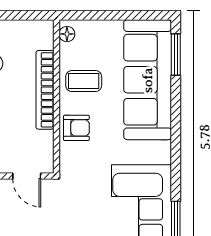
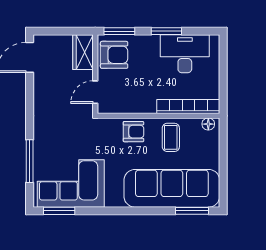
bookcase: (45, 90) -> (188, 107), moved
armchair: (76, 128) -> (133, 132), turned -90

